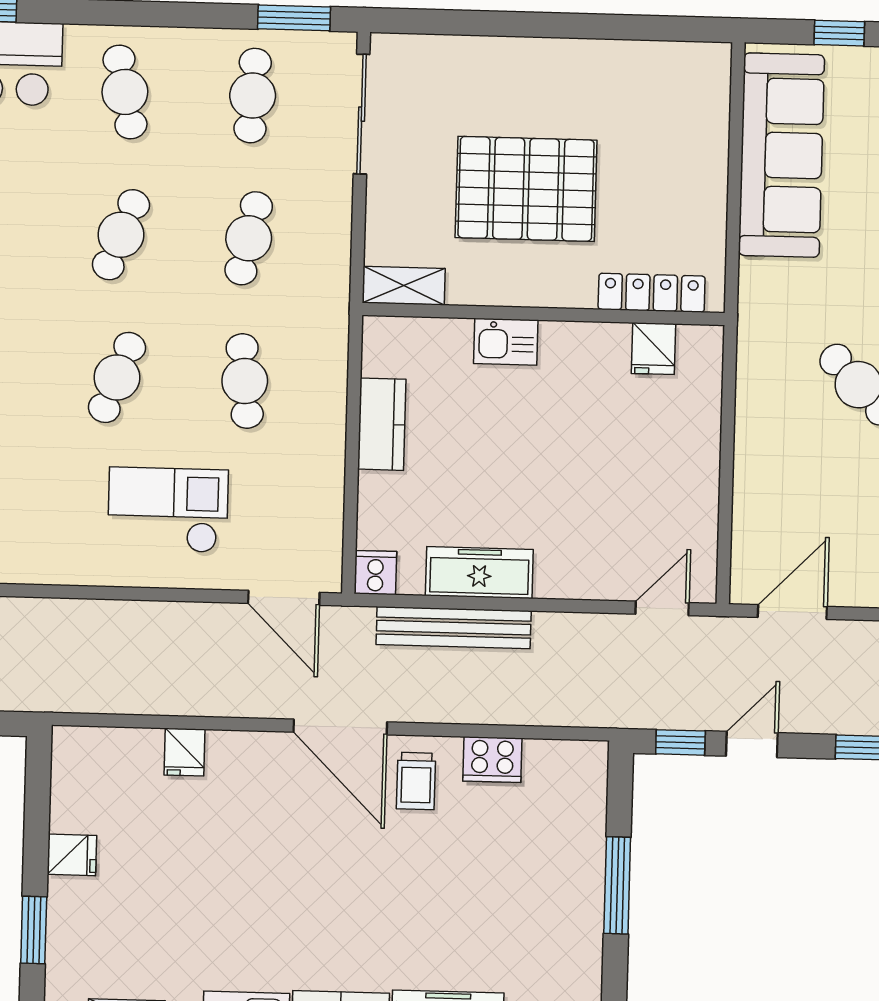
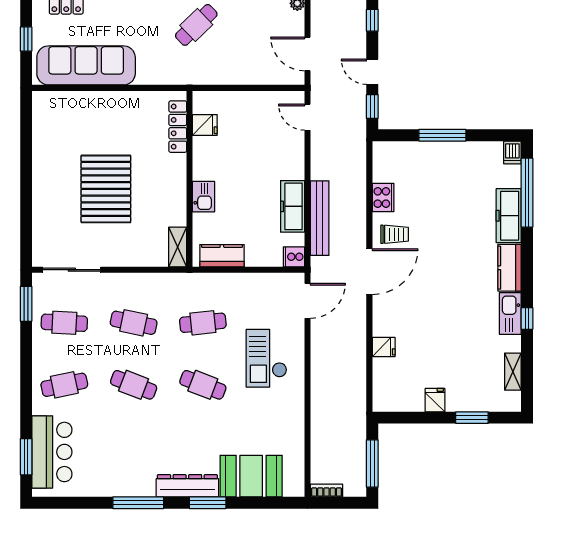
shelving: (404, 286) -> (178, 247), moved
locker: (652, 293) -> (178, 127), moved
wall: (543, 314) -> (189, 179), moved
kitchen sink: (506, 342) -> (203, 197), moved
fridge: (653, 349) -> (205, 125), moved

